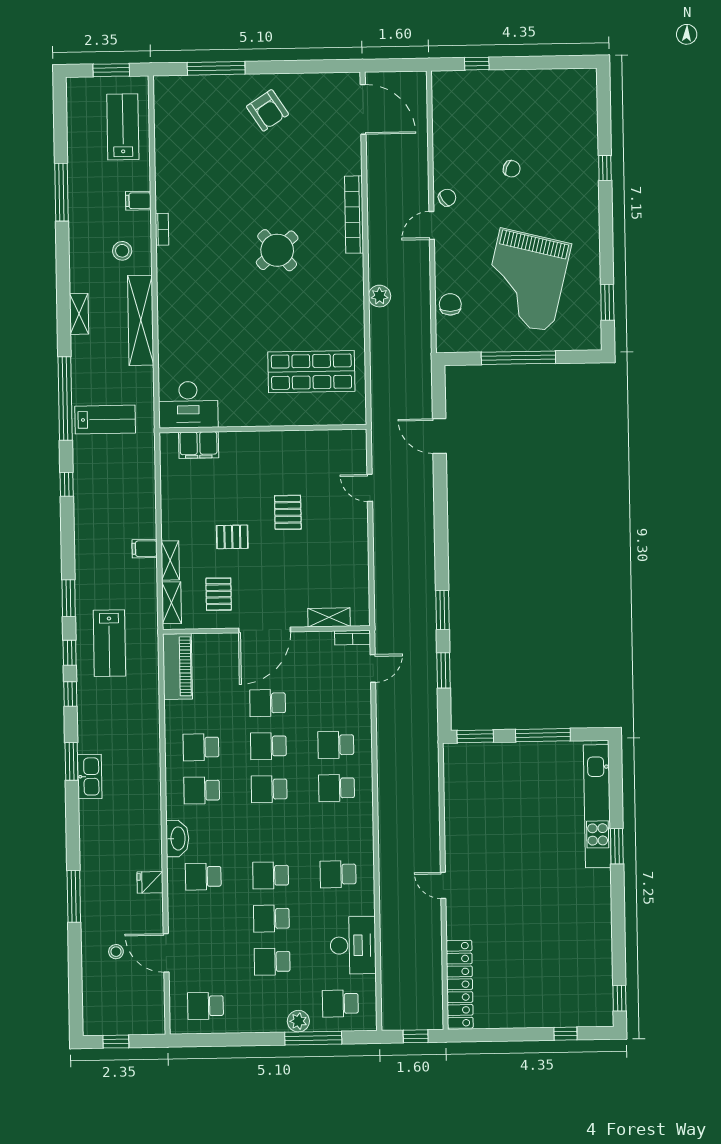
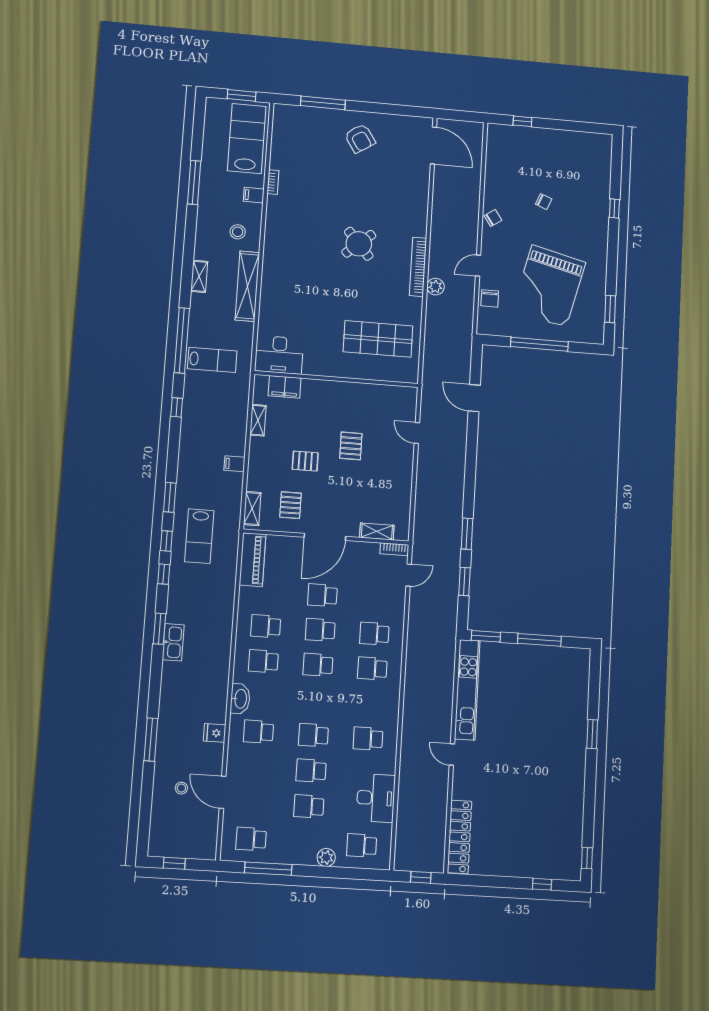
lab bench: (123, 127) -> (247, 139), width x1.36, depth x1.39
bookcase: (354, 215) -> (418, 267), moved
door: (432, 225) -> (478, 266), moved
bookcase: (162, 229) -> (273, 182), moved
chair: (450, 304) -> (490, 298), turned 180
shelving: (170, 560) -> (258, 420), moved
kitchen unit: (597, 806) -> (467, 690), moved, turned 180
window: (313, 1038) -> (268, 869), moved

